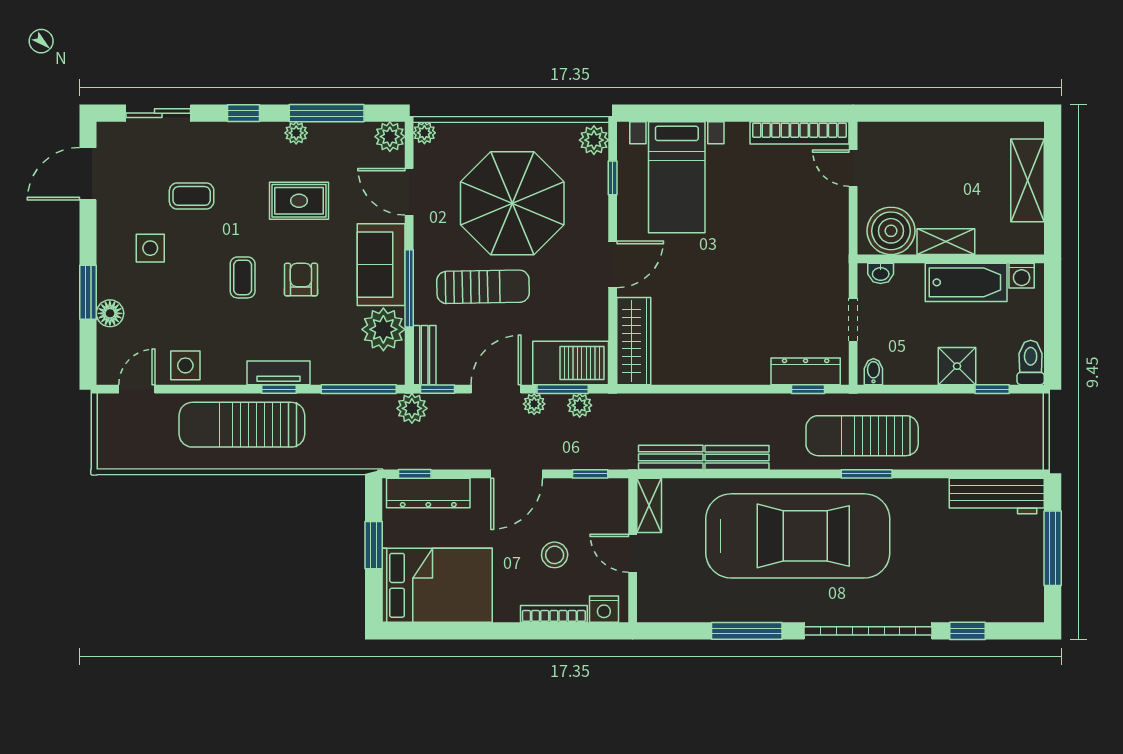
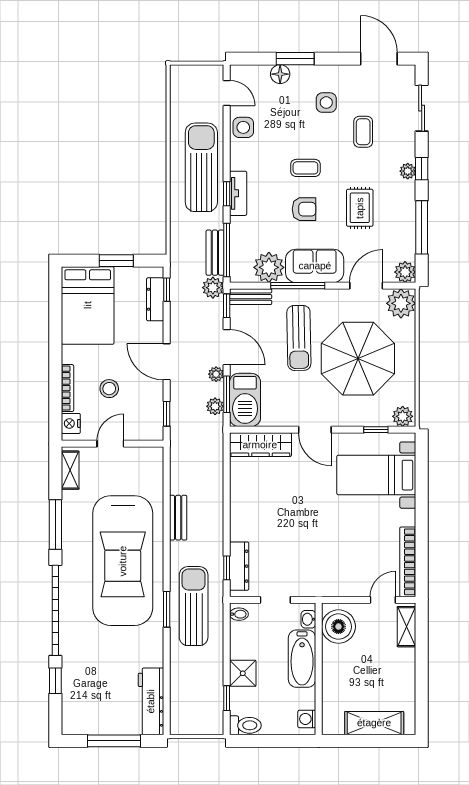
plant: (296, 133) -> (408, 171), moved
plant: (424, 133) -> (401, 303), width x1.88, depth x1.88
shelving: (946, 242) -> (407, 627), moved
bathtub: (966, 282) -> (302, 659), moved
bench: (671, 457) -> (215, 253), moved
dresser: (428, 493) -> (155, 299), width x0.73, depth x0.80
shelving: (649, 505) -> (70, 470), moved, turned 90

